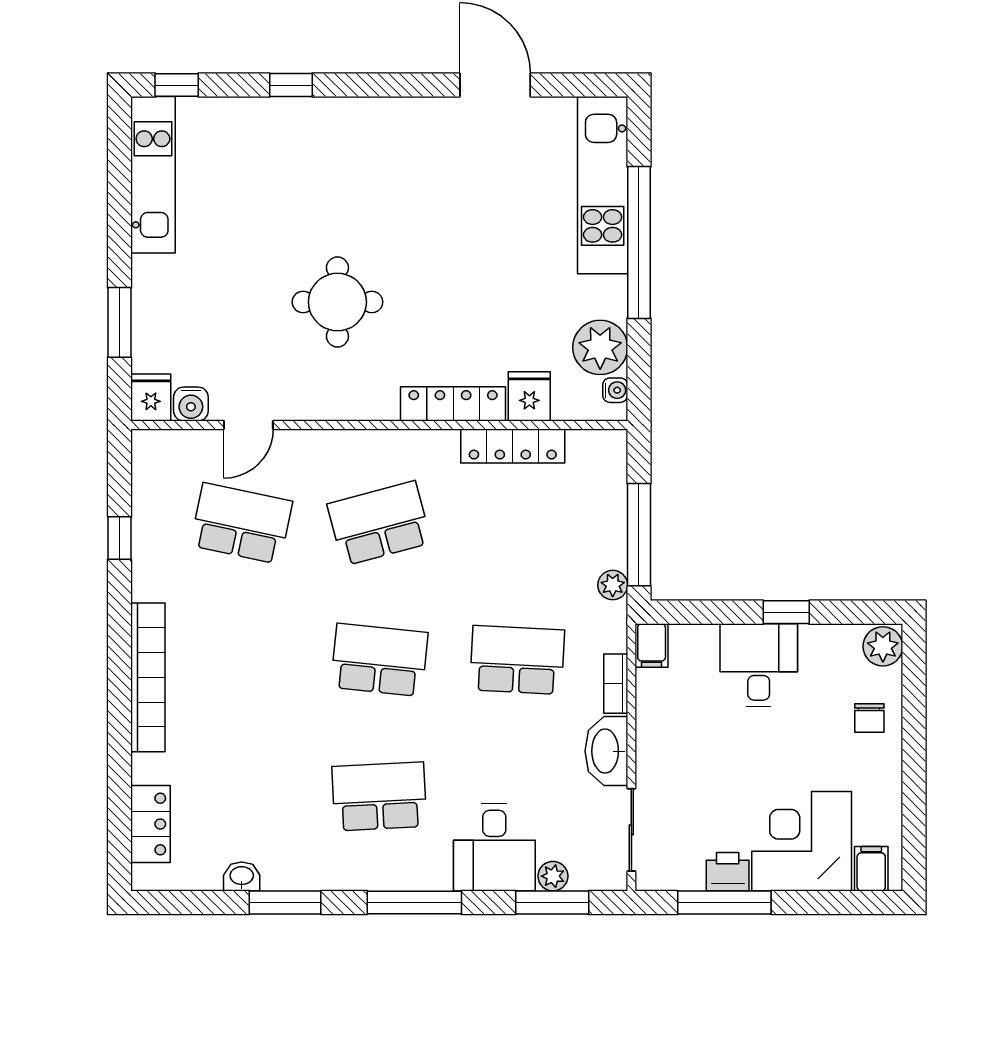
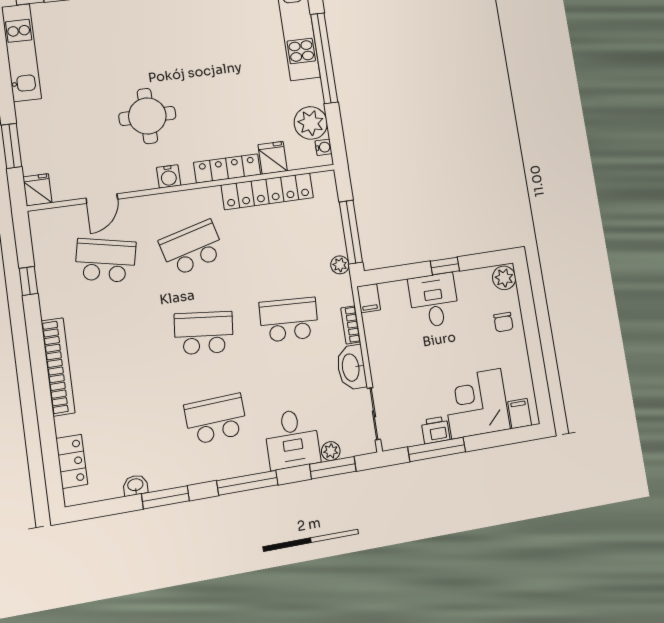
water cooler: (191, 404) -> (169, 176), moved
locker: (513, 446) -> (267, 191), width x1.41, depth x1.21

